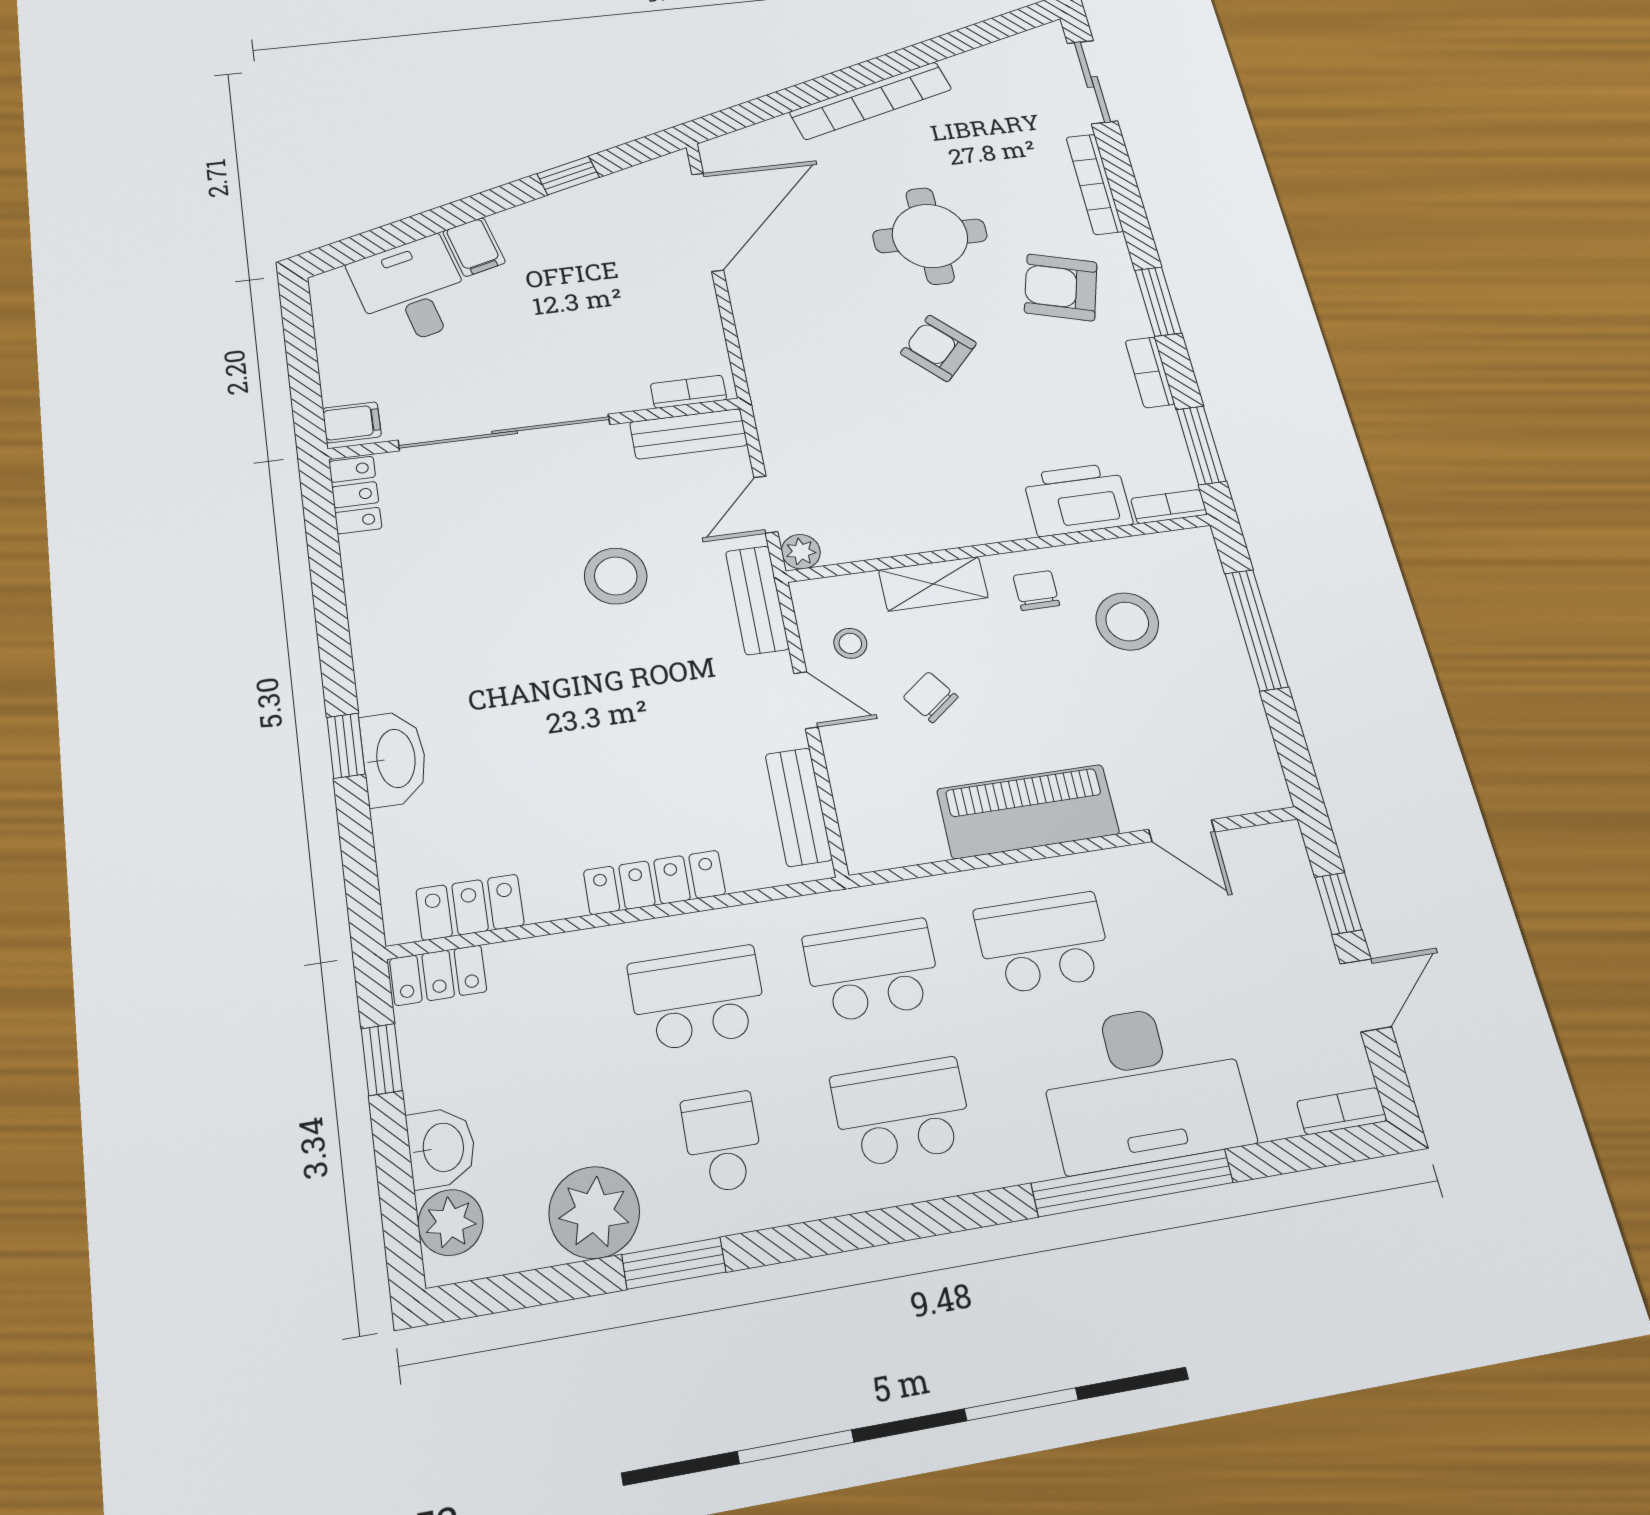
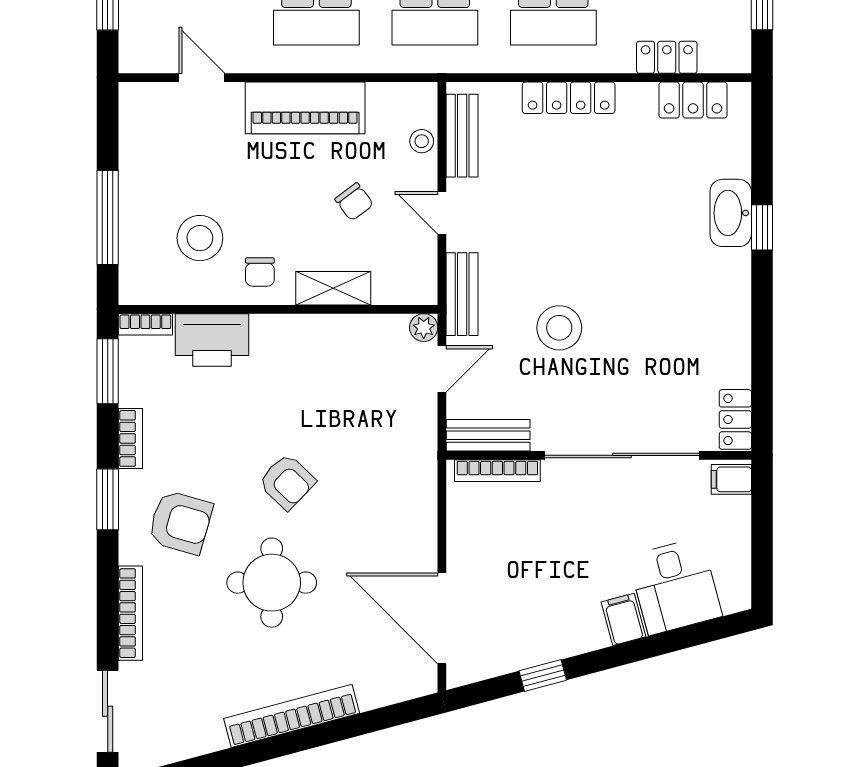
door: (708, 222) -> (442, 618), hinge flipped
bookcase: (689, 392) -> (497, 471), width x1.56
stool: (850, 643) -> (422, 141), moved
locker: (438, 975) -> (667, 57), moved

